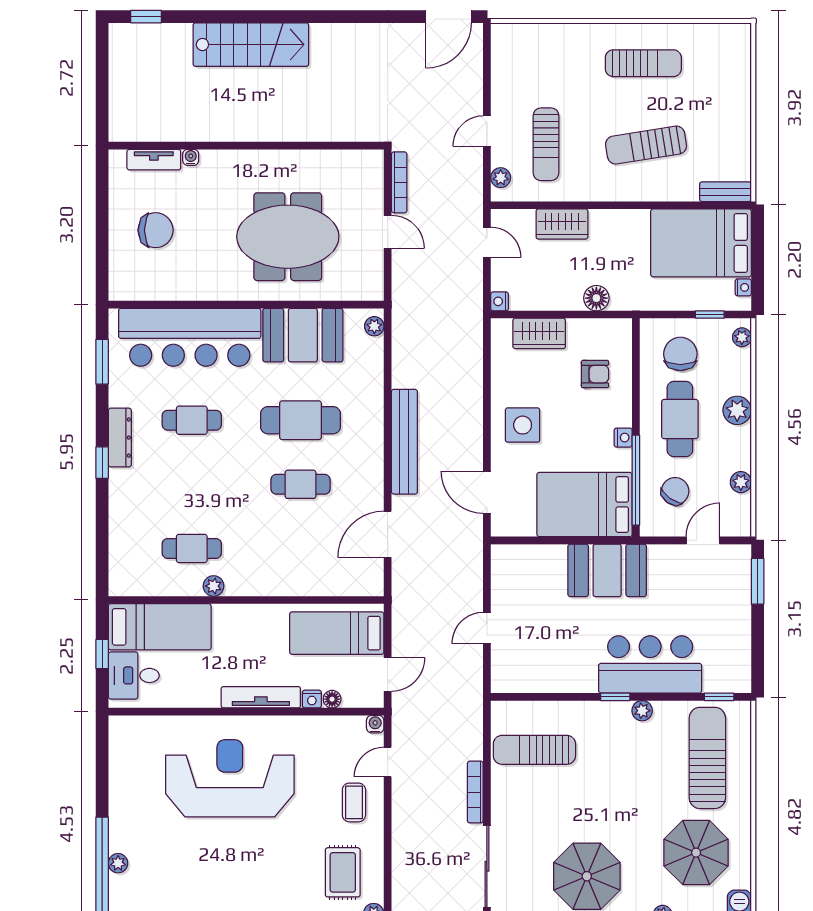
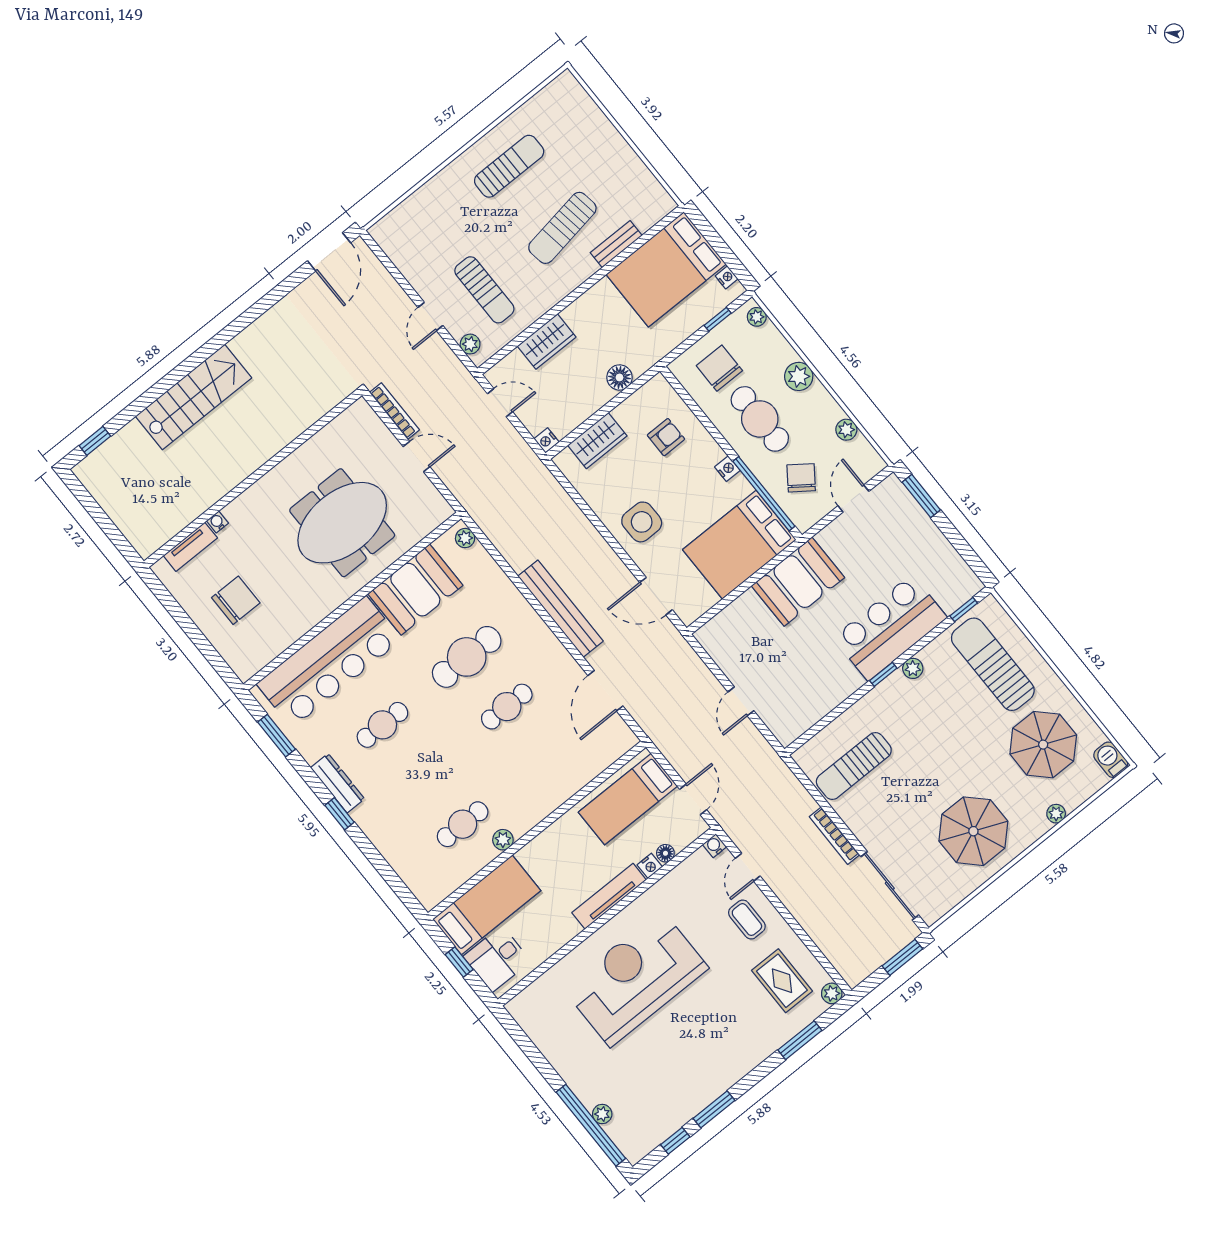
bench: (725, 192) -> (616, 244), moved

